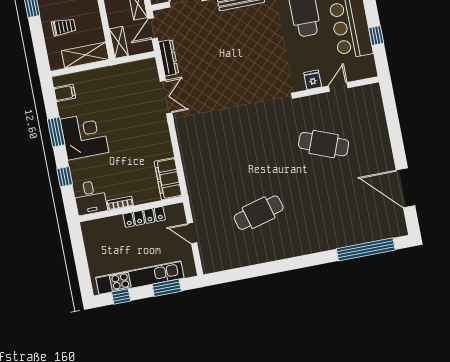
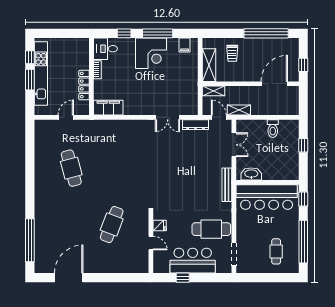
window: (56, 132) -> (158, 33), width x1.44
window: (167, 288) -> (30, 80), moved

